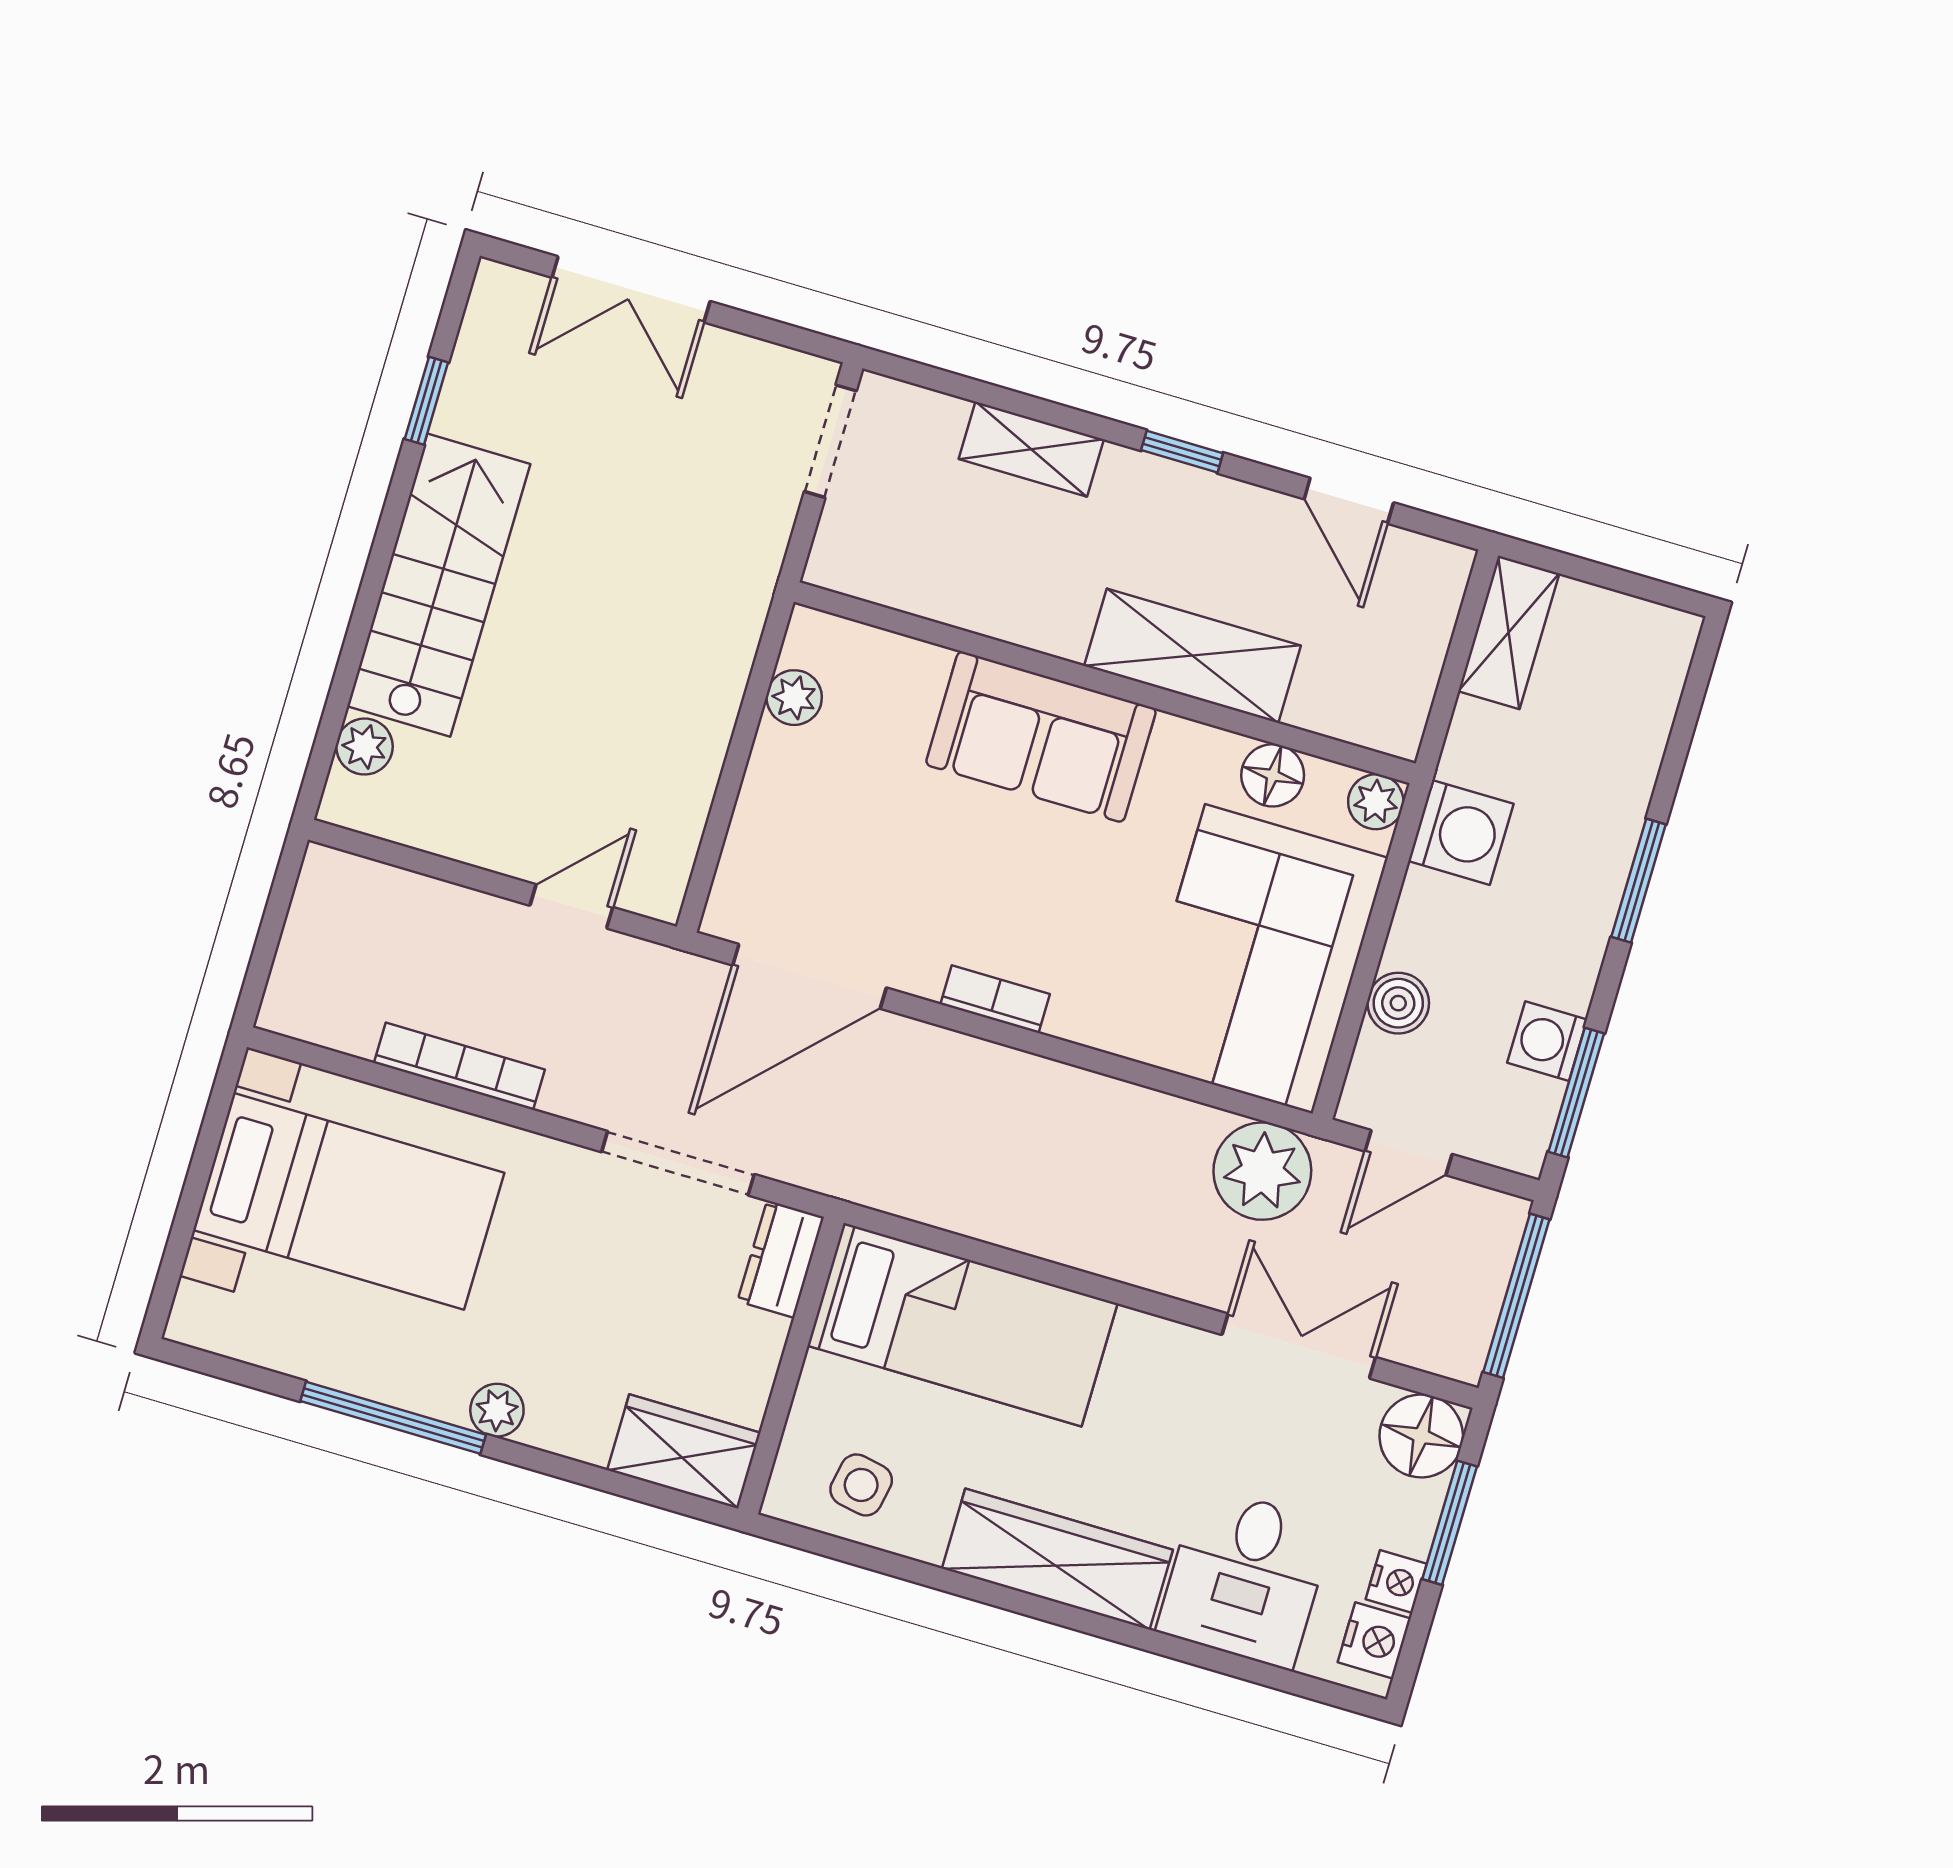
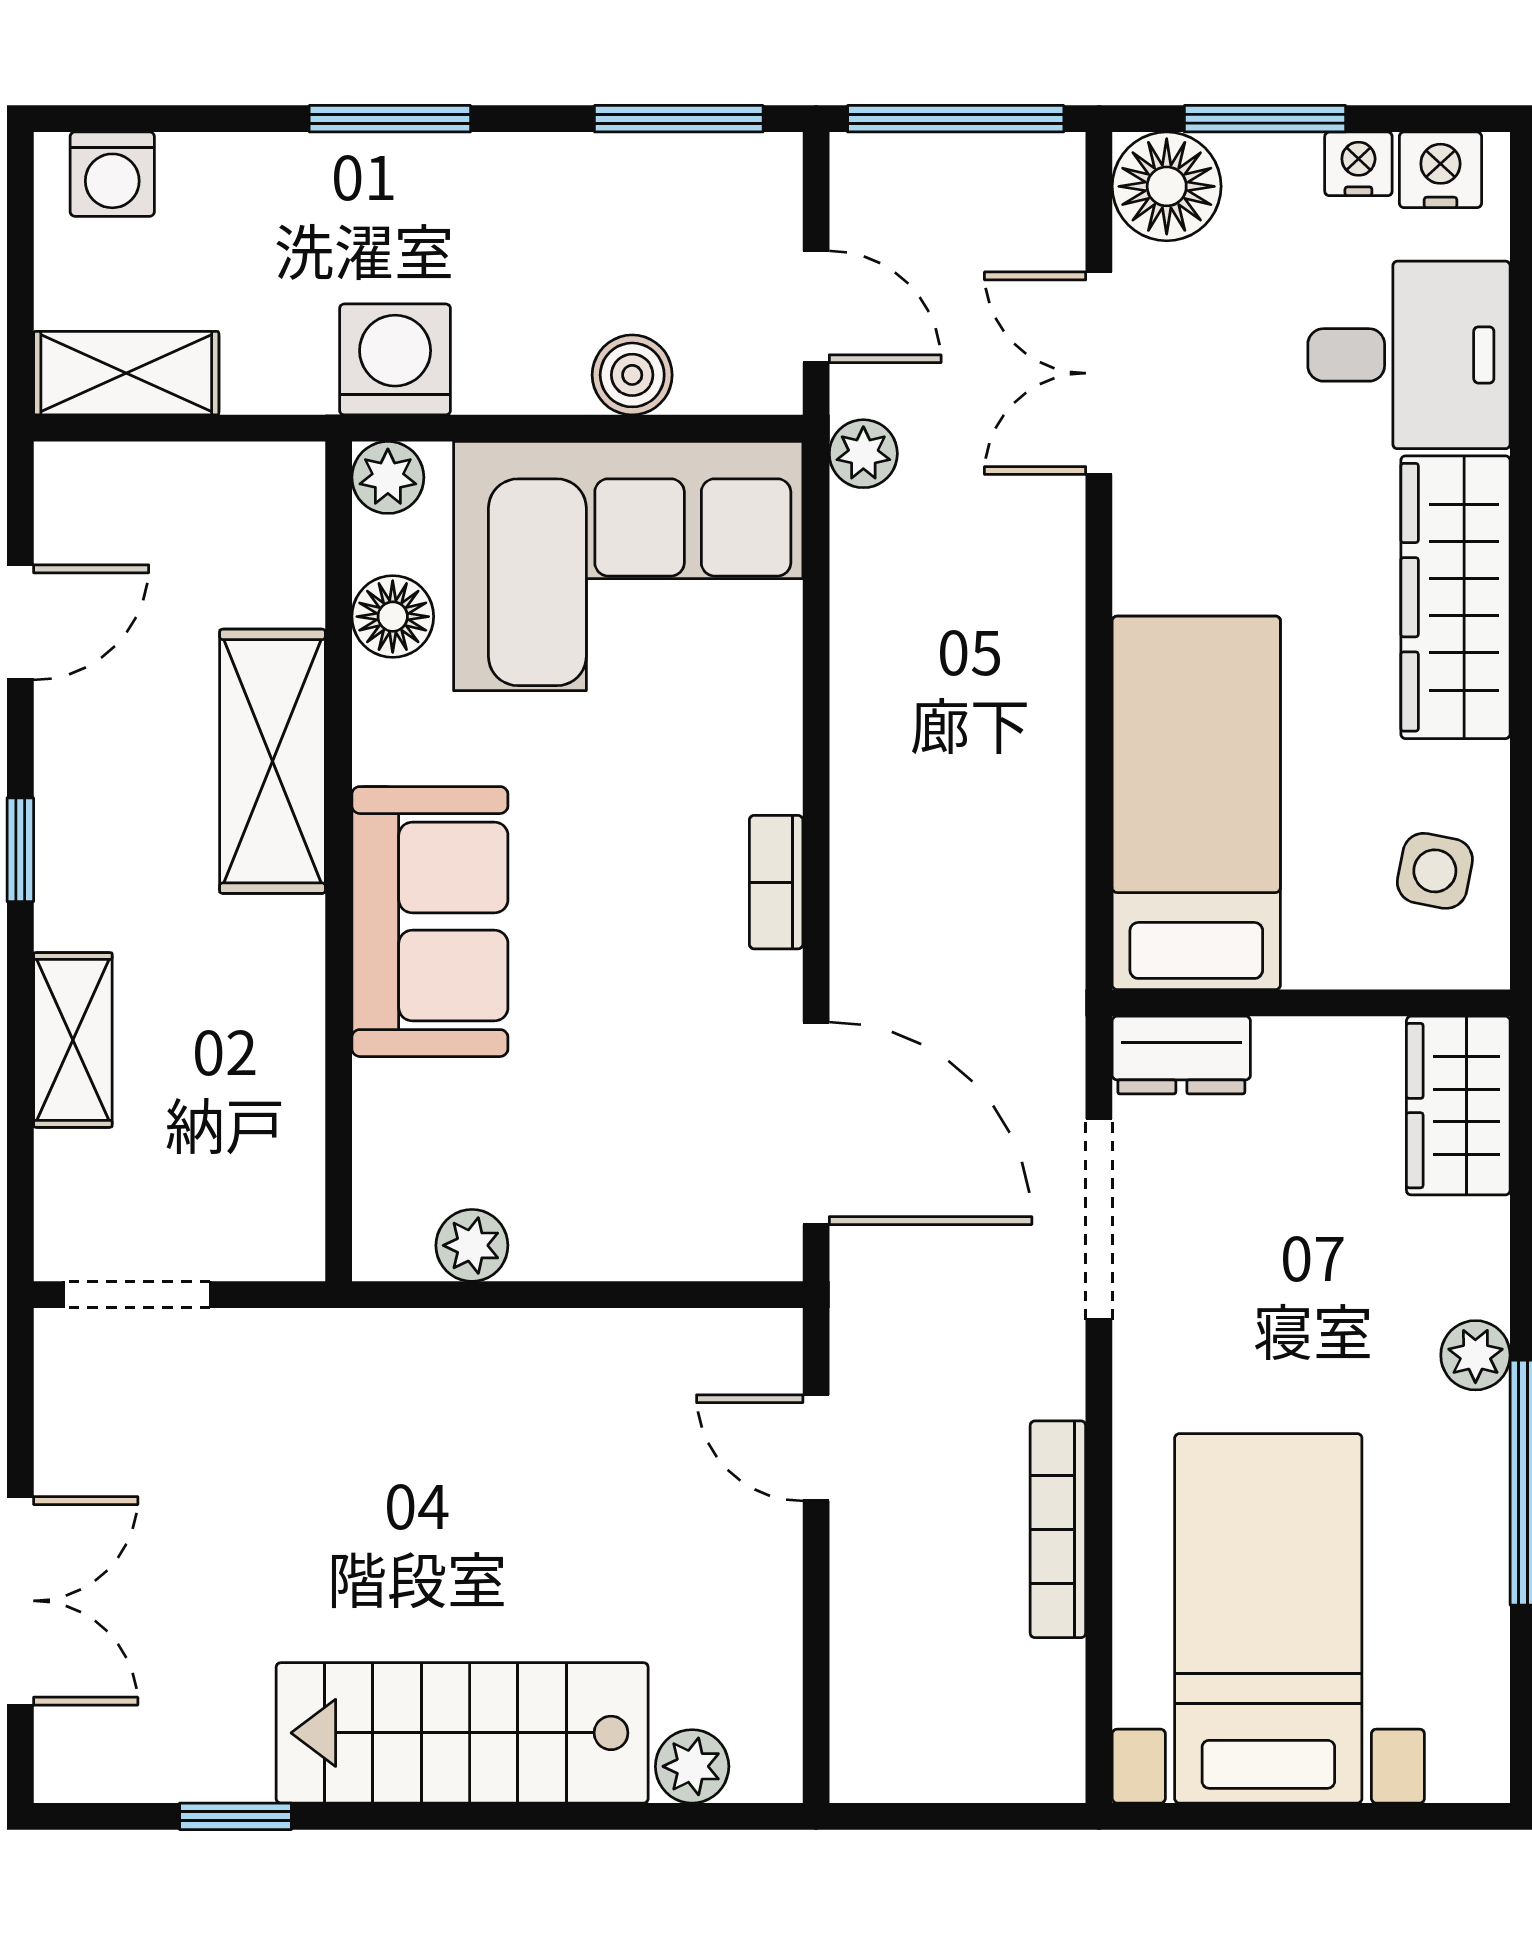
washing machine: (1547, 1041) -> (112, 174), moved
plant: (1262, 1171) -> (863, 454), width x0.53, depth x0.53

